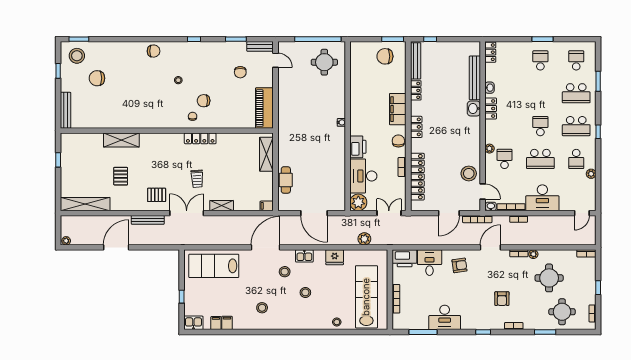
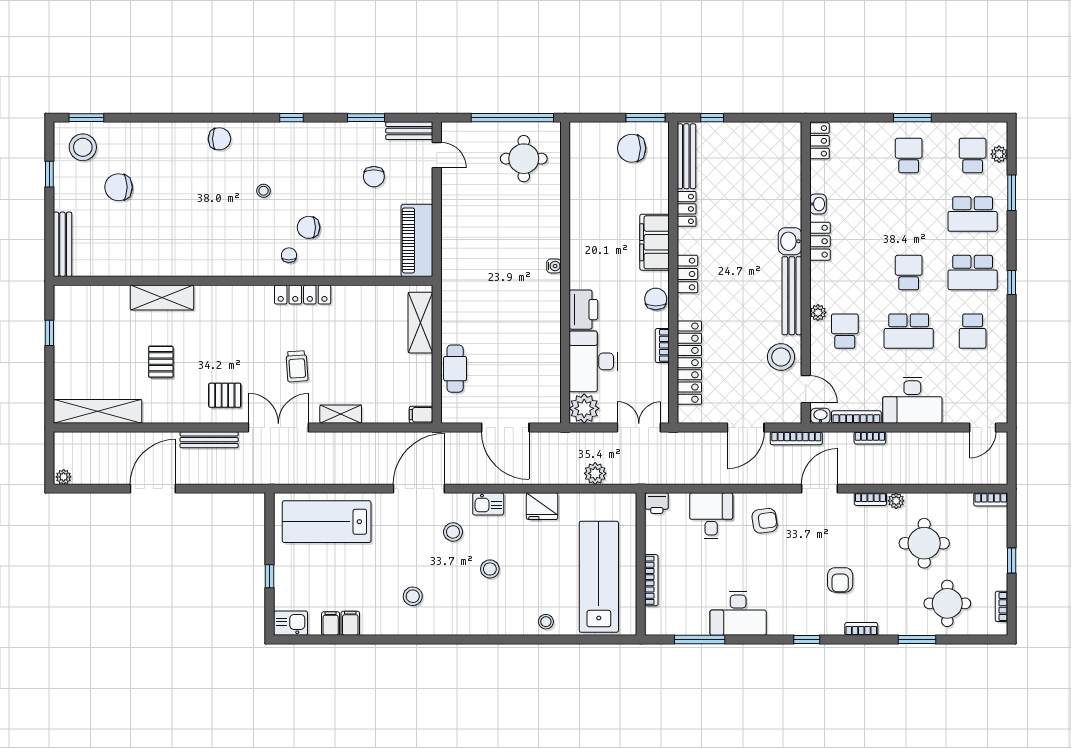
bench: (475, 78) -> (792, 296), moved
plant: (591, 174) -> (999, 154), moved
printer: (405, 258) -> (657, 503), width x0.53, depth x0.68

